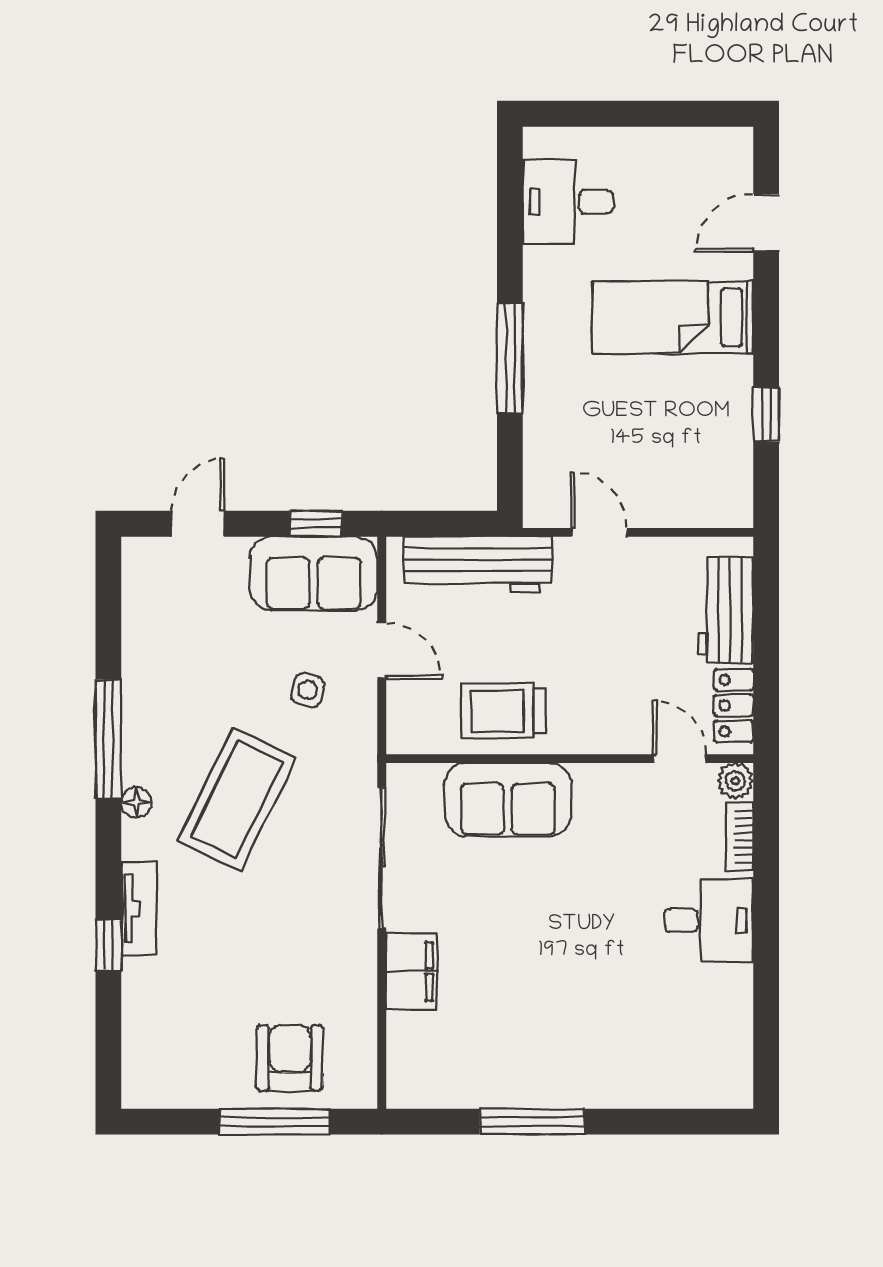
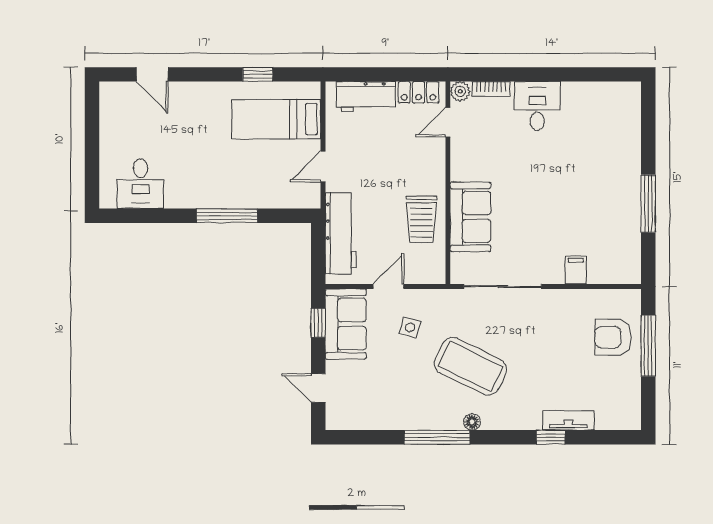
bed: (673, 317) -> (276, 119), moved, turned 90
tv unit: (139, 909) -> (568, 420), moved
filing cabinet: (411, 971) -> (576, 270), width x0.50

